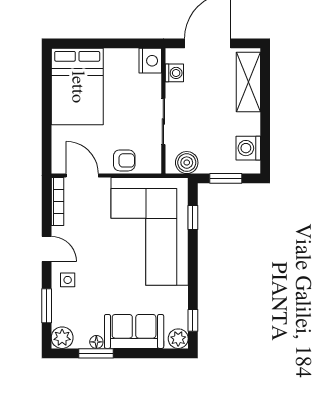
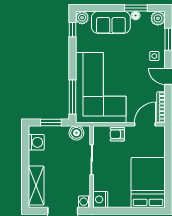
washing machine: (174, 73) -> (85, 202), moved
door: (82, 176) -> (145, 124), swing flipped
window: (193, 217) -> (72, 97), width x2.17

